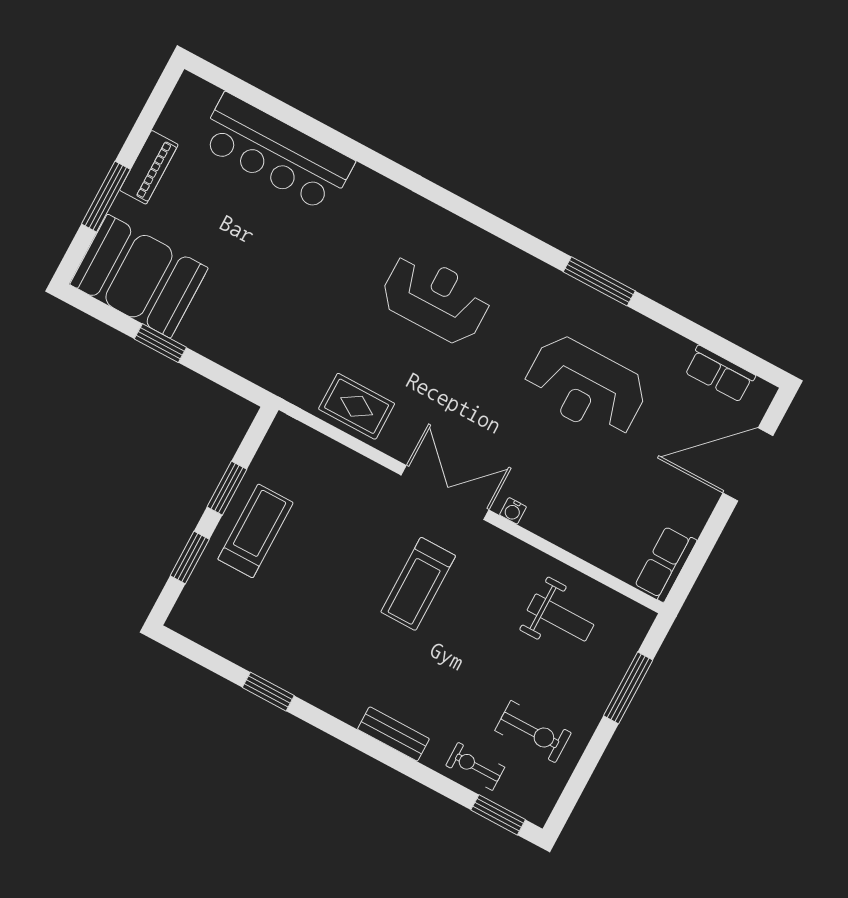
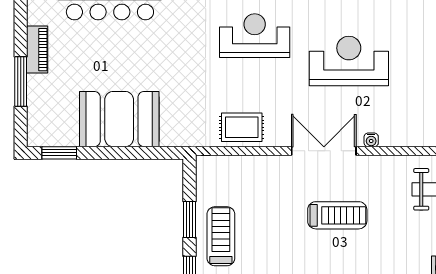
booth: (139, 276) -> (119, 119), moved
window: (160, 343) -> (59, 153), moved
reception desk: (585, 387) -> (349, 61), moved, turned 180
treadmill: (418, 584) -> (337, 215), turned -90

